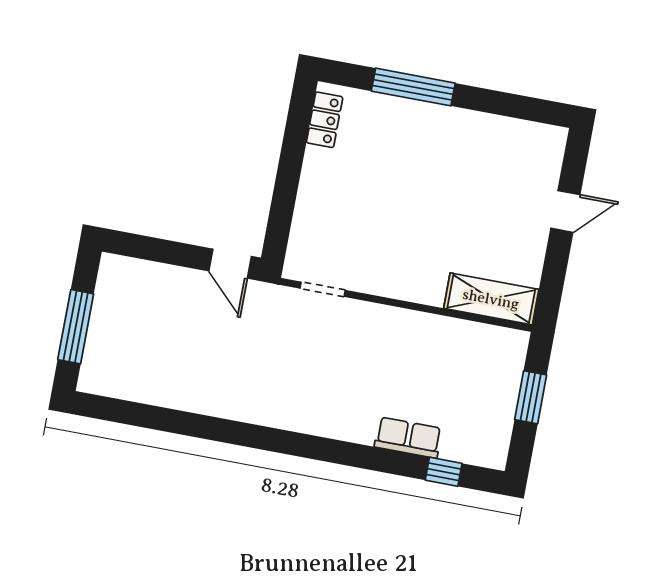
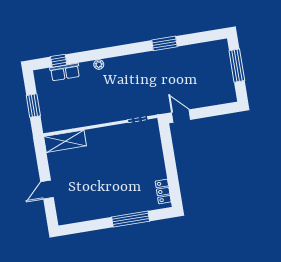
window: (210, 428) -> (164, 43), added
plant: (363, 434) -> (99, 64), added
row of seats: (408, 438) -> (65, 72), moved

